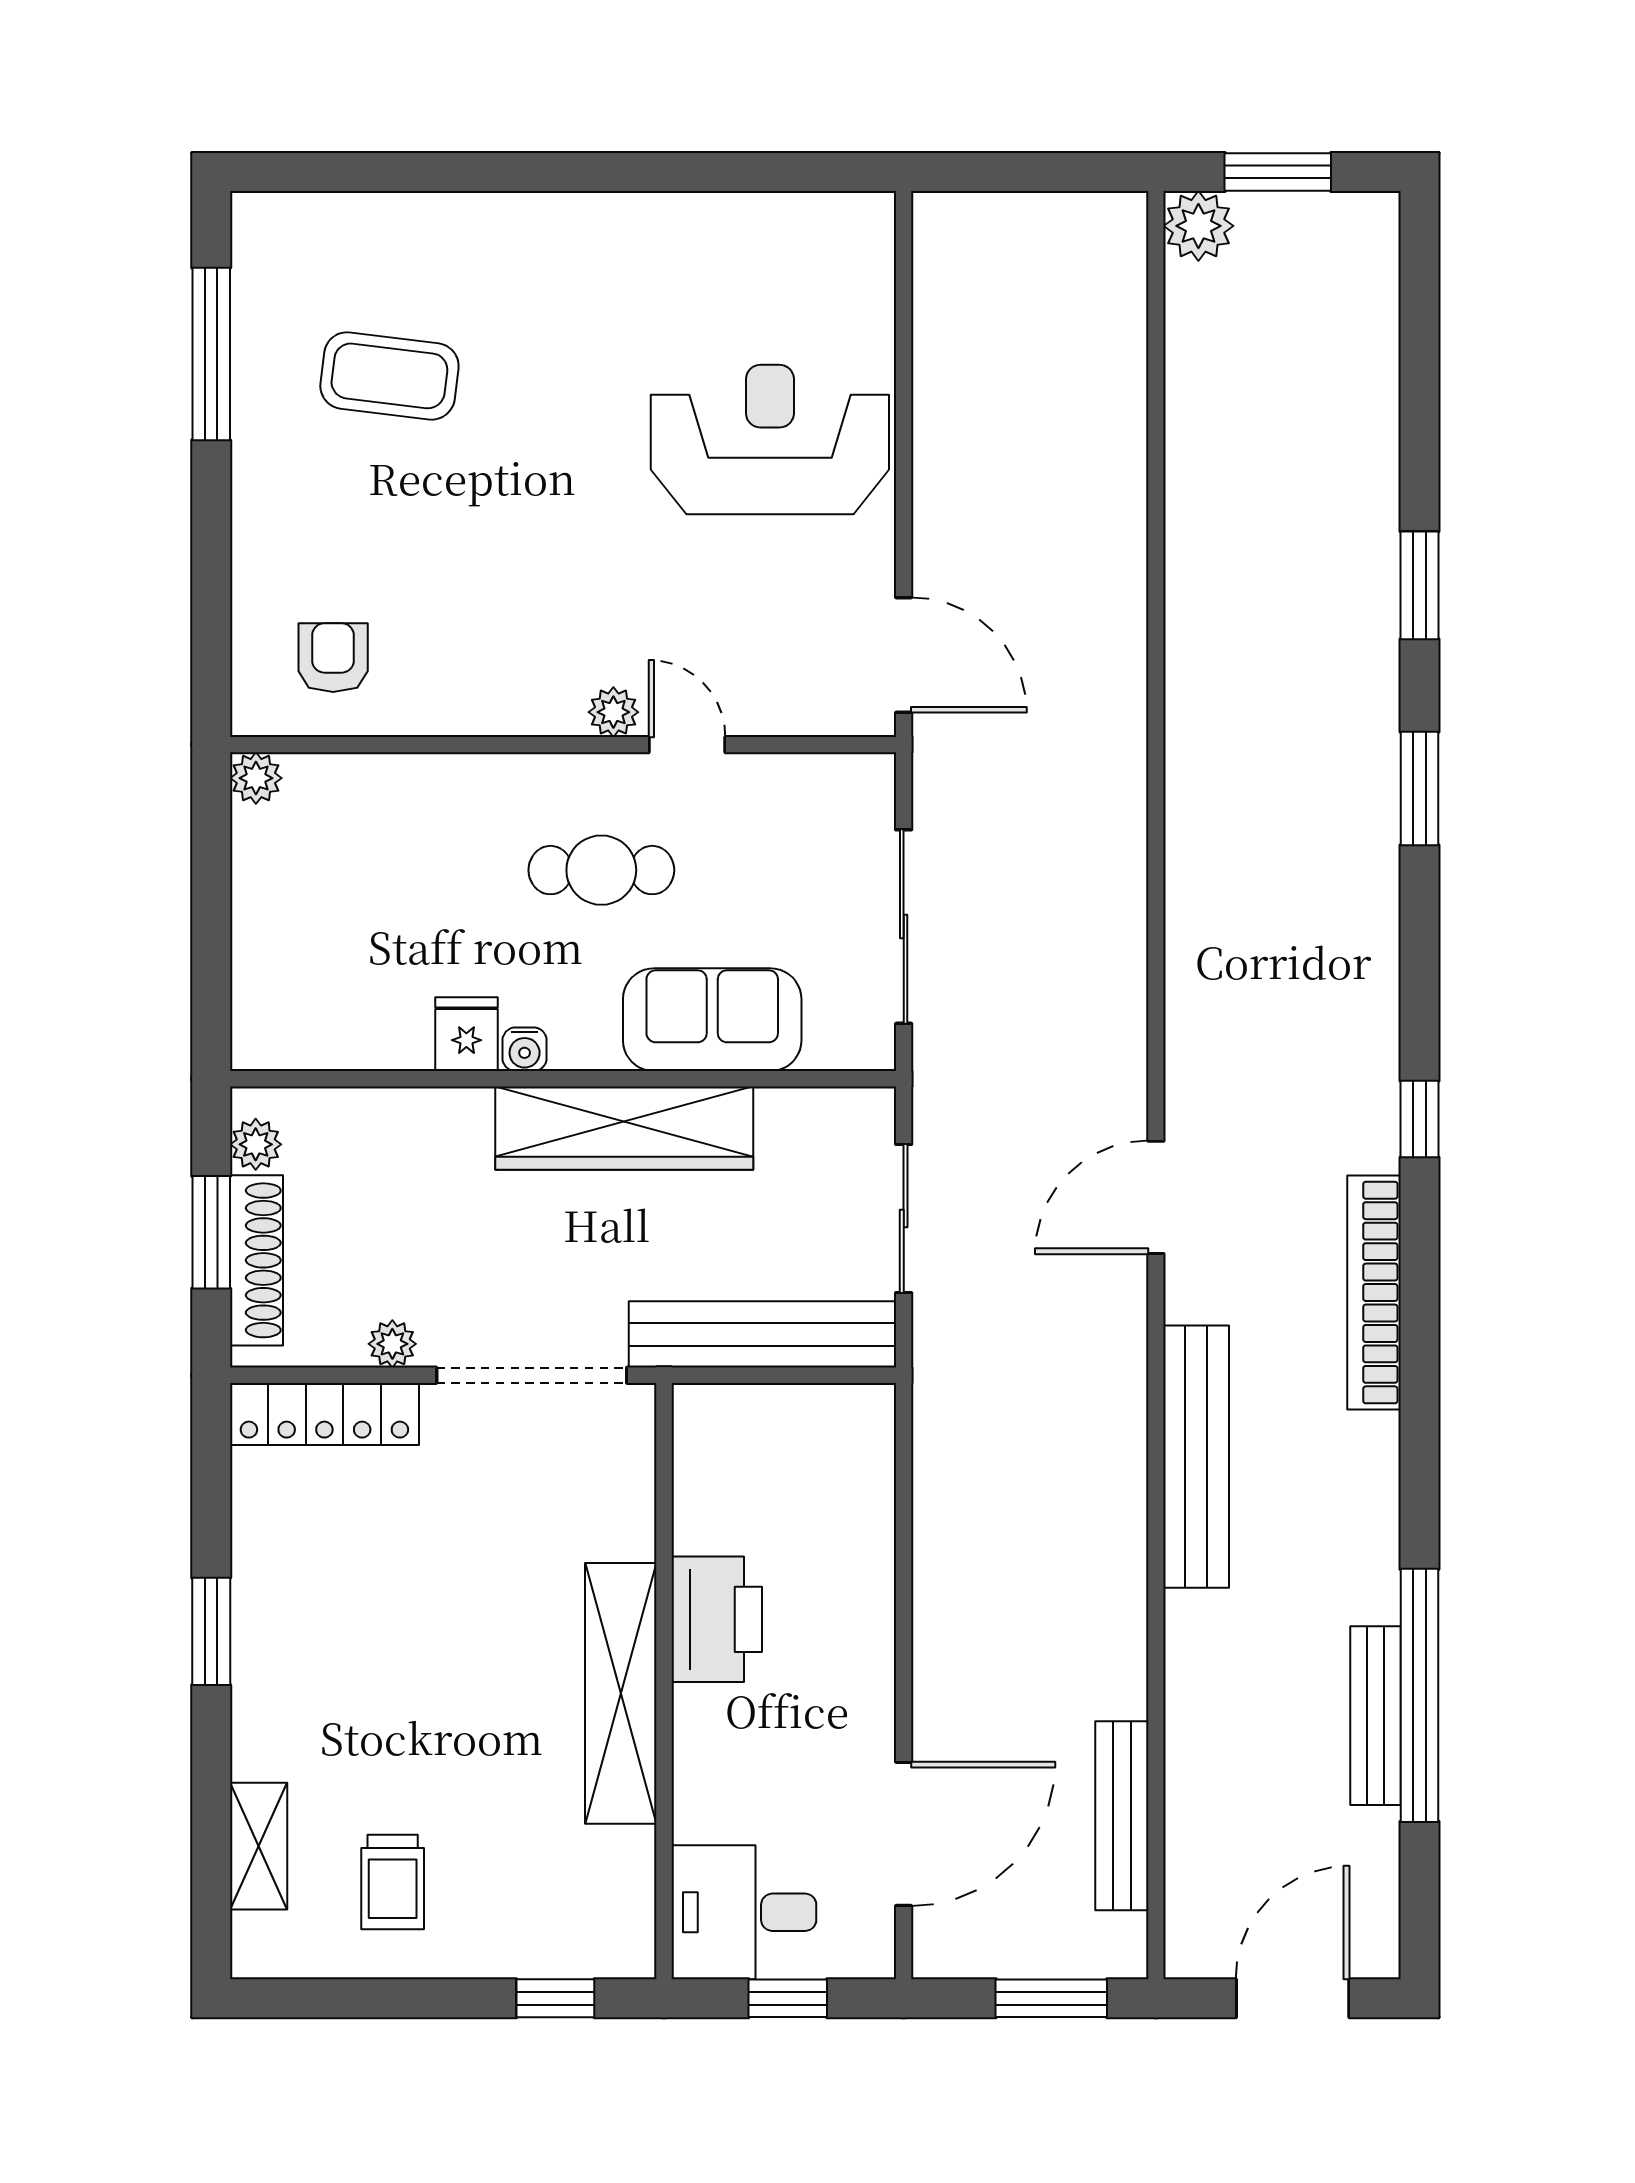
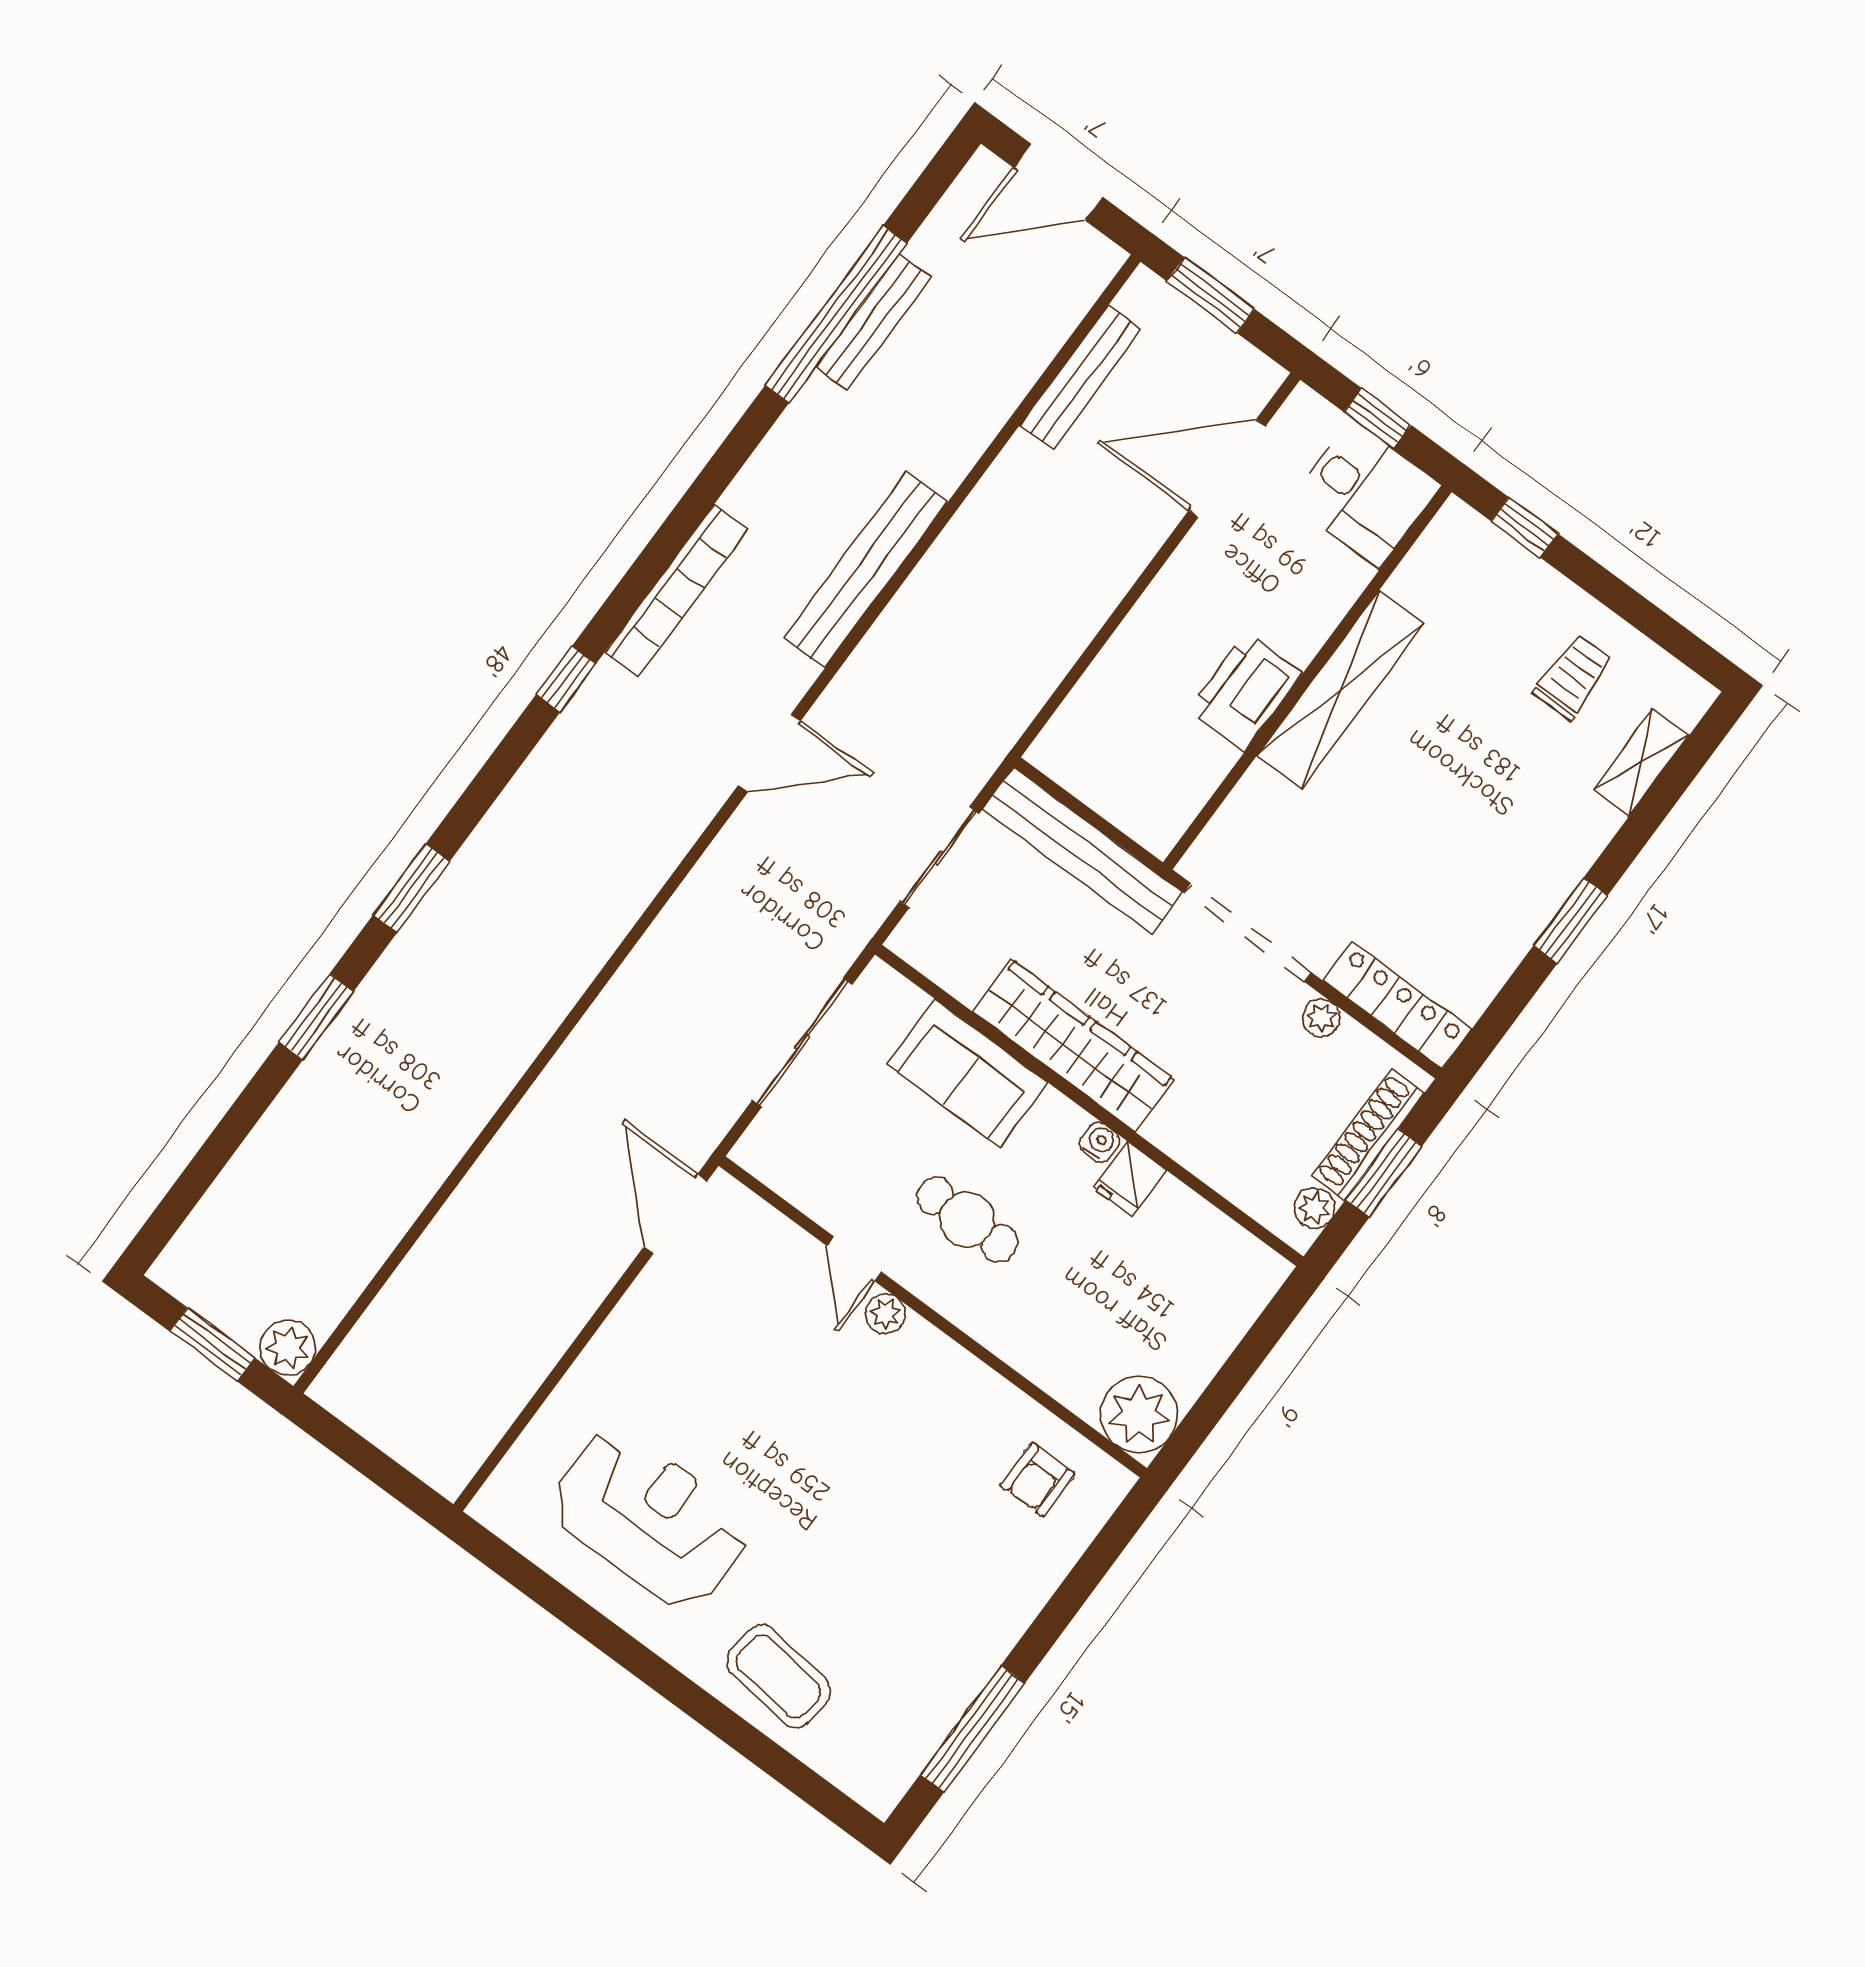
coffee table: (389, 376) -> (779, 1676), moved
reception desk: (770, 440) -> (650, 1518), moved, turned 180
plant: (256, 778) -> (1139, 1415), width x1.88, depth x1.88

